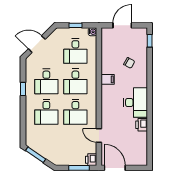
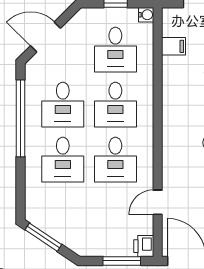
filing cabinet: (108, 79) -> (174, 46), moved
window: (23, 89) -> (21, 118), width x3.17
door: (99, 135) -> (158, 202), hinge flipped

